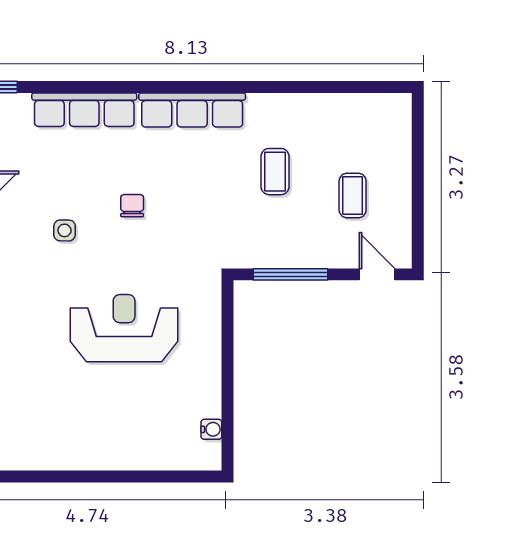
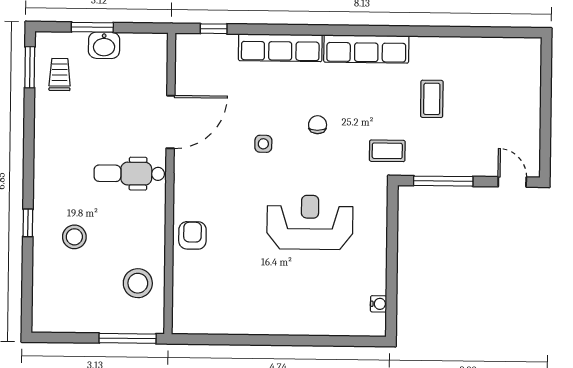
coffee table: (353, 196) -> (387, 151), moved, turned 90

